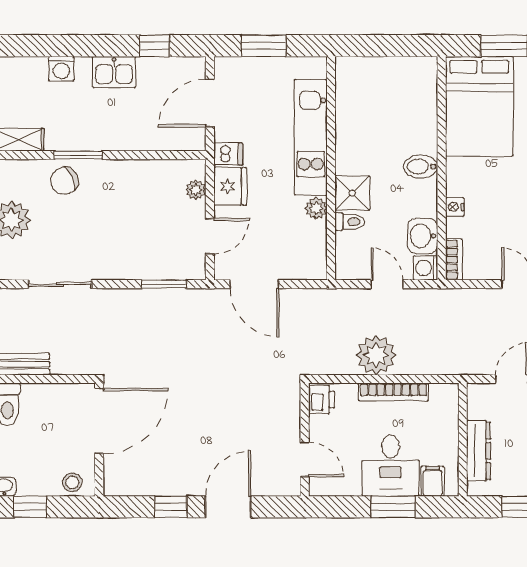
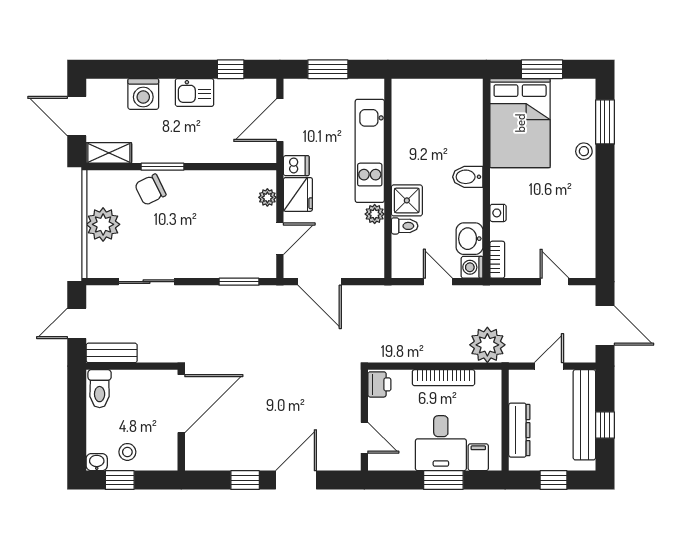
washing machine: (61, 69) -> (143, 94), width x1.38, depth x1.38
plant: (376, 355) -> (487, 345), moved
stool: (72, 482) -> (127, 452), moved

